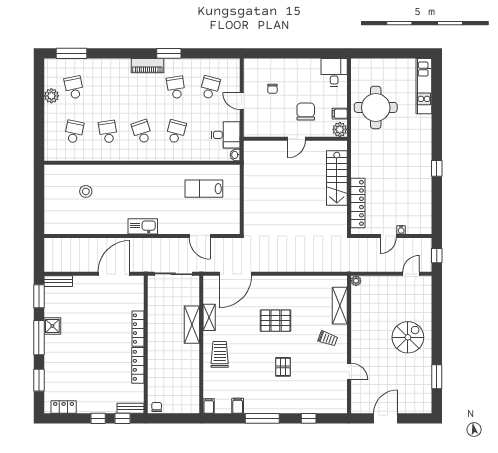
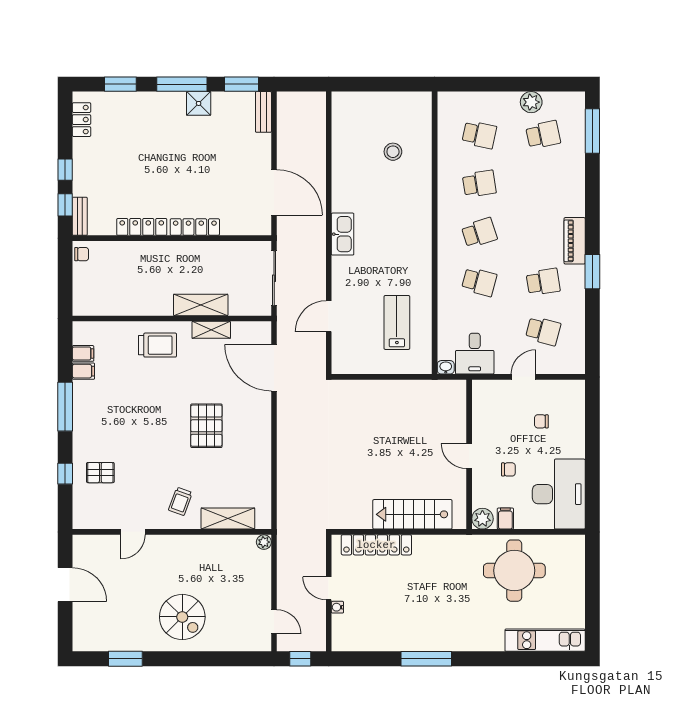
desk: (334, 72) -> (559, 494), width x1.87, depth x1.30
chair: (306, 112) -> (508, 469), width x0.54, depth x0.54
window: (437, 168) -> (426, 659), width x2.17
pallet: (283, 367) -> (100, 473), moved
filing cabinet: (209, 406) -> (83, 353), moved

